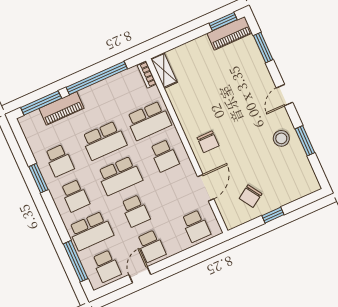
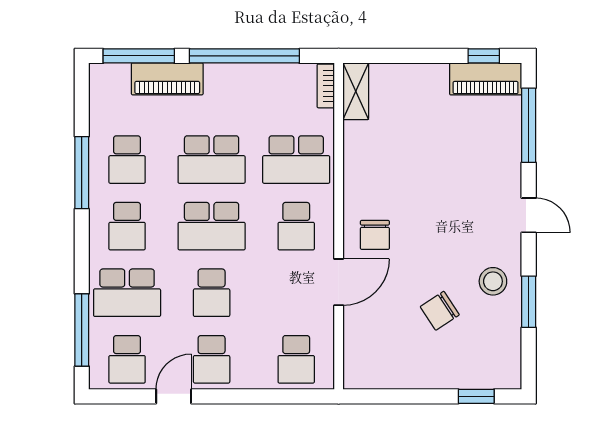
window: (223, 21) -> (484, 56), width x0.67
window: (263, 48) -> (529, 125), width x1.44
door: (284, 95) -> (529, 215), swing flipped
window: (38, 178) -> (82, 173), width x1.44
door: (206, 188) -> (339, 282), moved
chair: (251, 196) -> (440, 311), moved
window: (273, 215) -> (476, 396), moved

